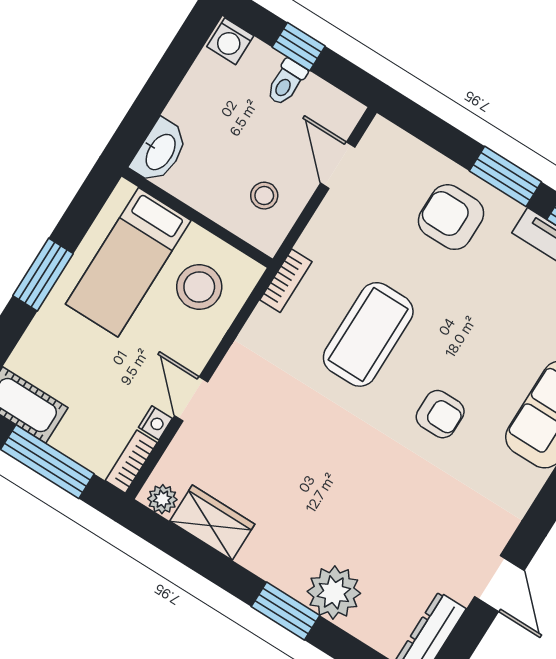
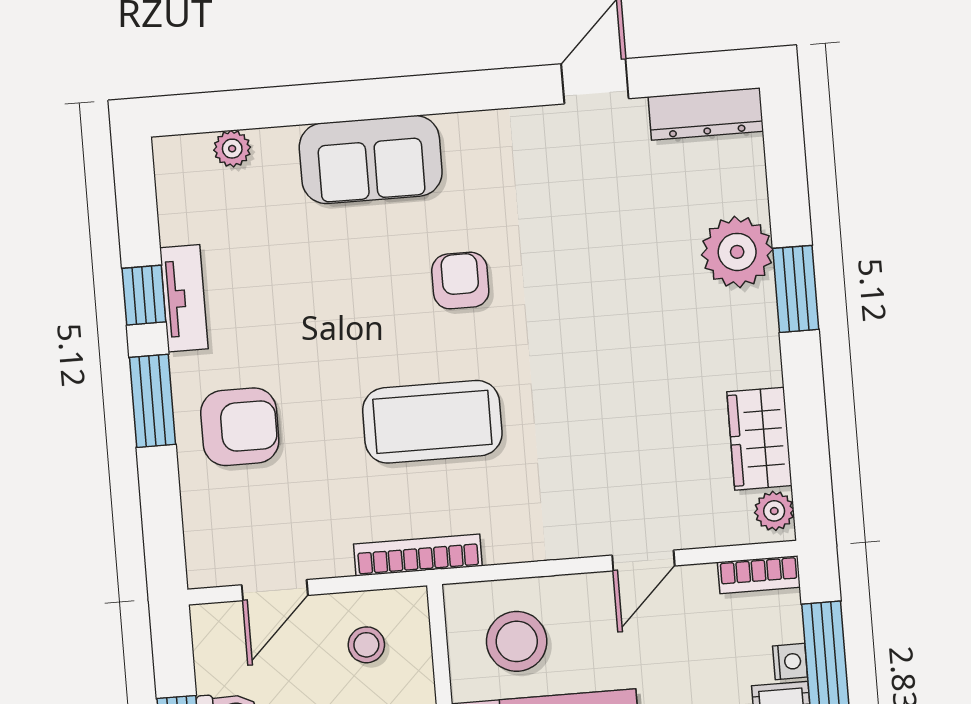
armchair: (451, 217) -> (240, 427), turned -90
bookcase: (286, 281) -> (418, 555), width x1.56
nightstand: (155, 423) -> (790, 661), moved, turned 90

